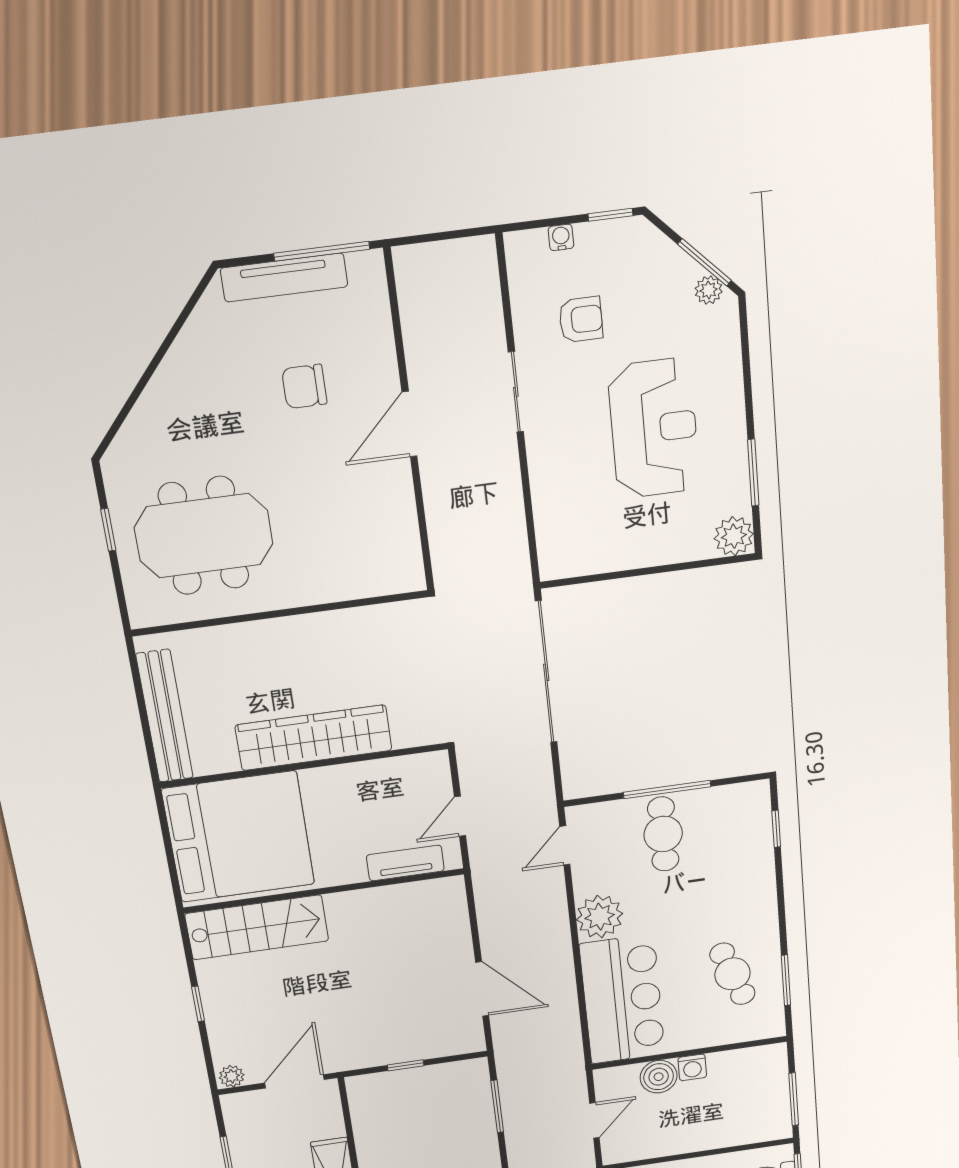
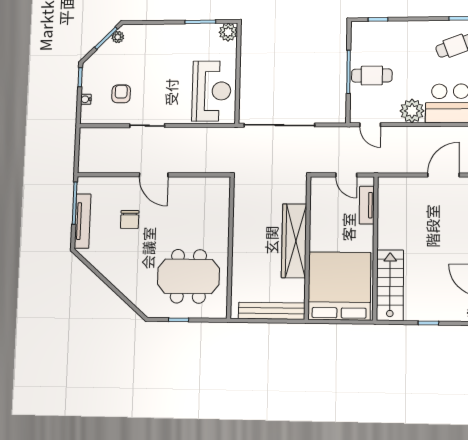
reception desk: (654, 428) -> (212, 91), moved, turned 90
meeting table: (204, 536) -> (188, 276), turned 90

